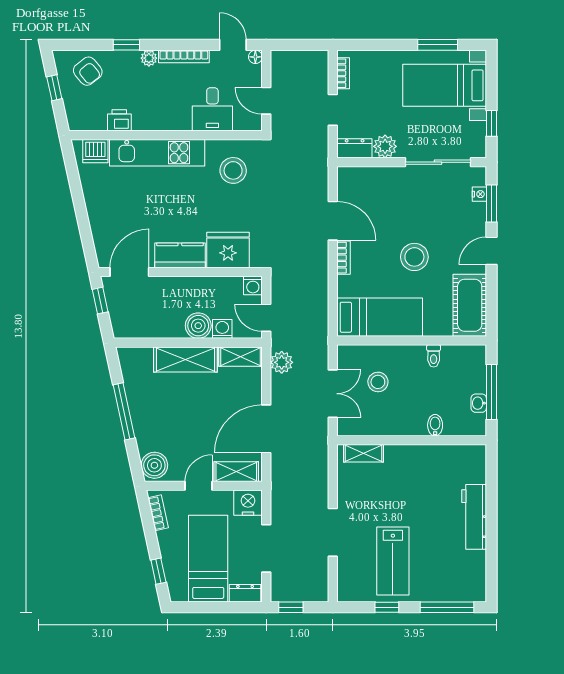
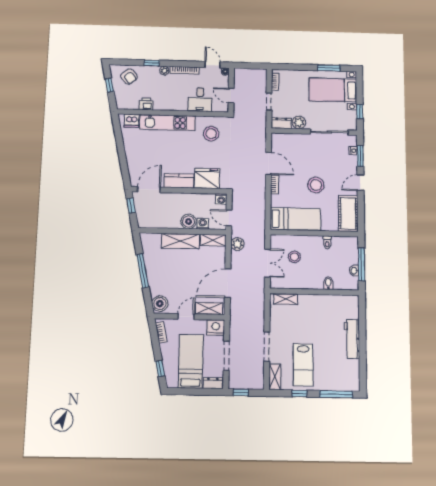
shelving: (346, 581) -> (275, 377), added

